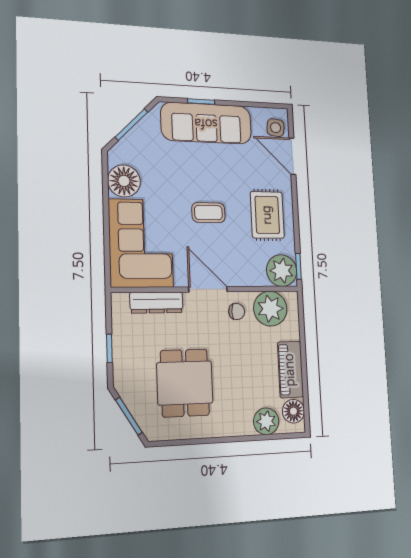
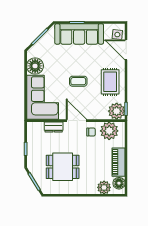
dresser: (156, 303) -> (54, 127), width x0.70
dining table: (185, 383) -> (63, 167), turned 90

